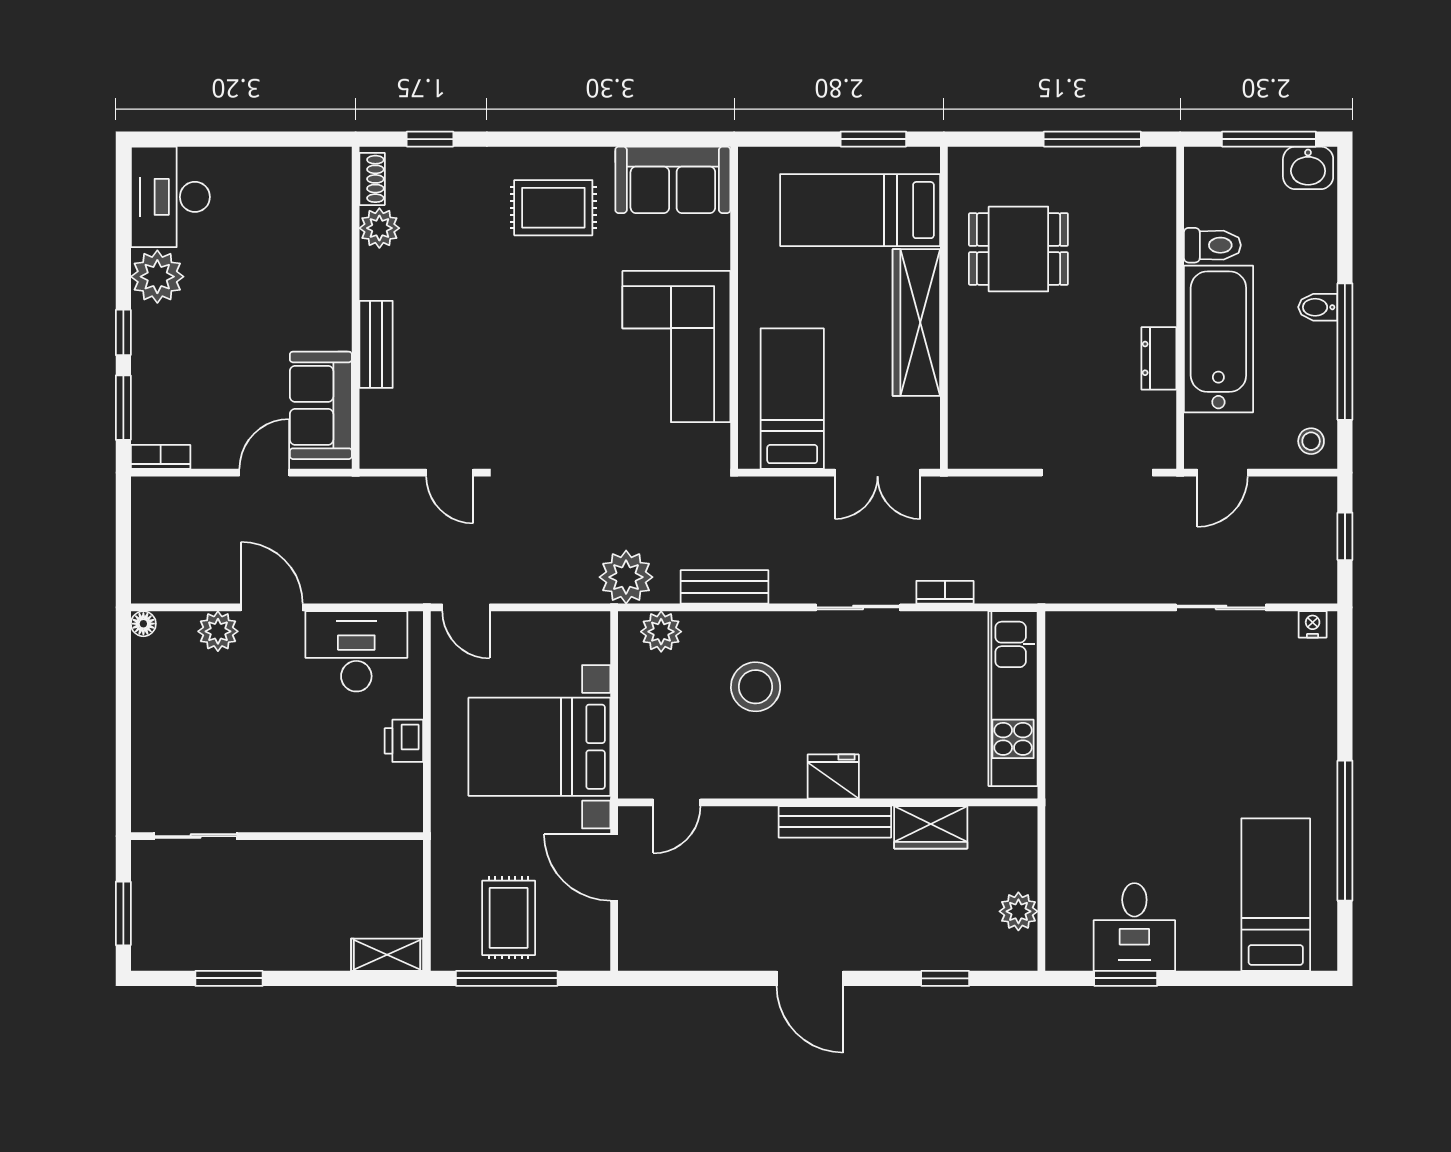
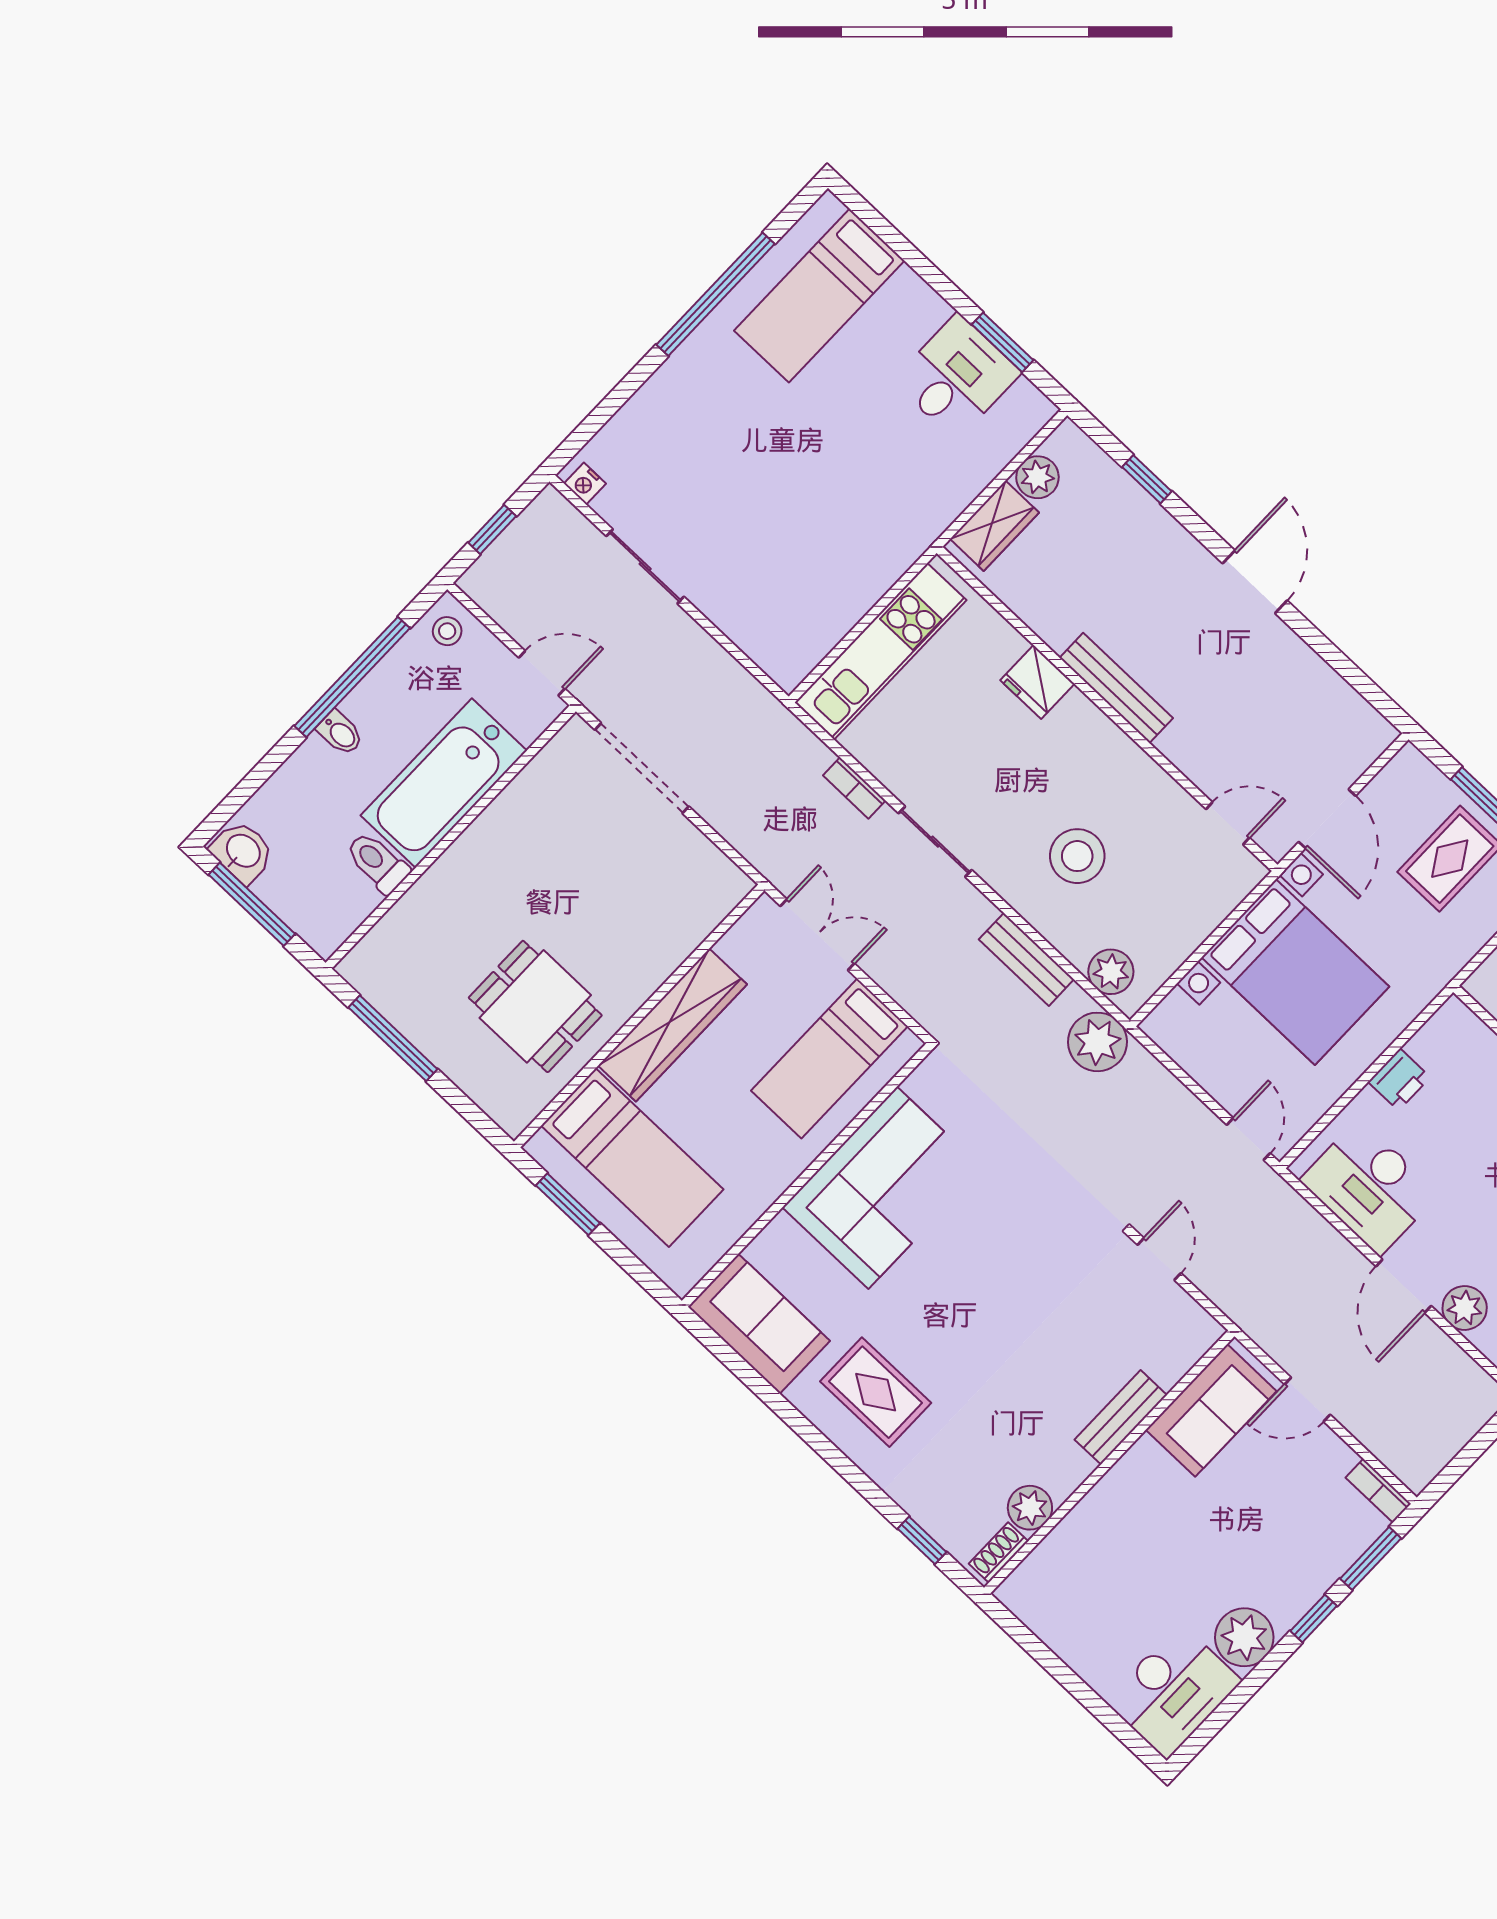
dresser: (1159, 358) -> (506, 813), removed
fridge: (833, 776) -> (1037, 682), moved
wardrobe: (931, 827) -> (995, 526), moved, turned 90

